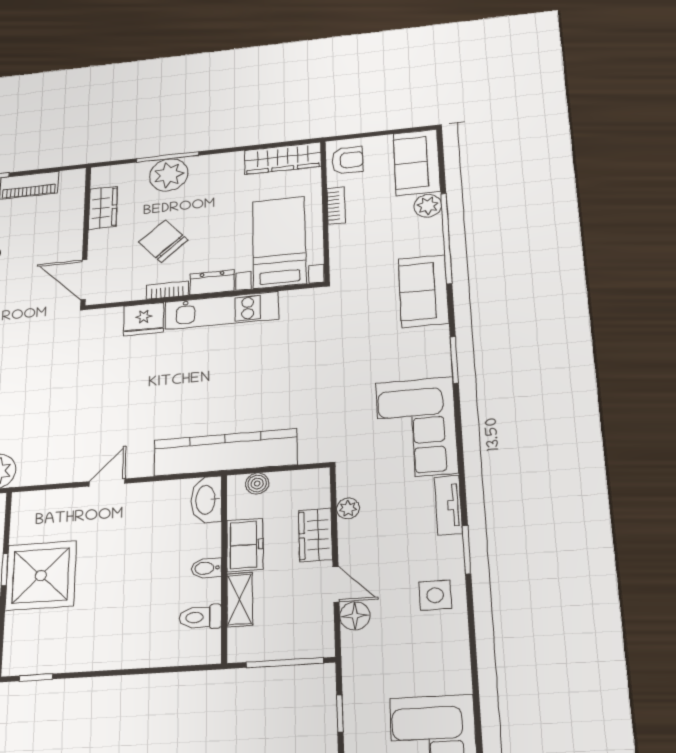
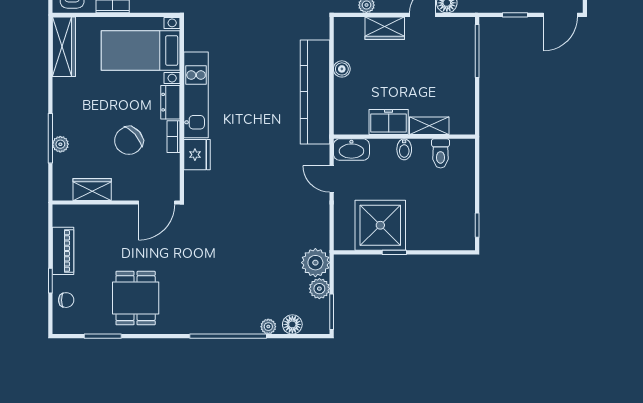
plant: (169, 175) -> (60, 144), width x0.53, depth x0.53
washbasin: (206, 500) -> (351, 150), moved
freezer: (245, 545) -> (389, 122), moved
wall: (224, 567) -> (404, 137), moved
bidet: (206, 568) -> (404, 149), moved
shower: (41, 576) -> (380, 225), moved
shelving: (240, 599) -> (429, 126), moved
toilet: (200, 617) -> (441, 153), moved

